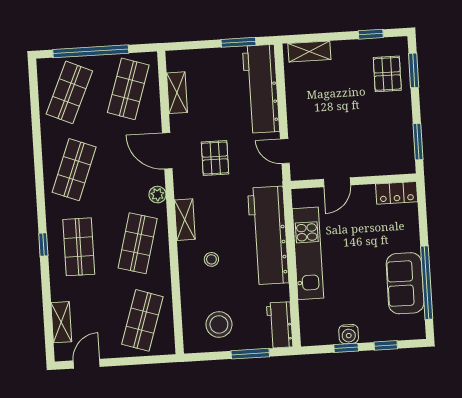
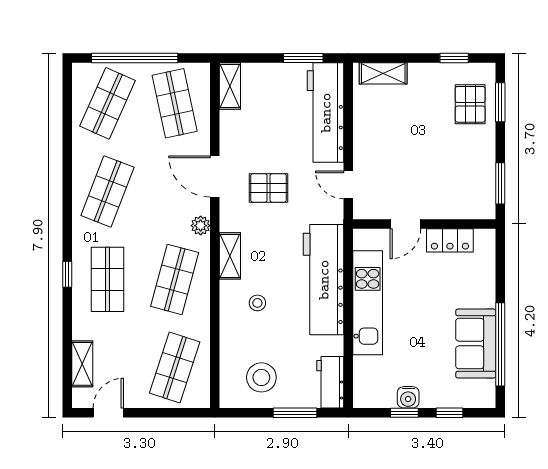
shop shelf: (128, 89) -> (175, 103), turned -30
shelving: (177, 93) -> (230, 86), moved
pallet: (215, 158) -> (269, 188), turned 90
locker: (397, 193) -> (450, 240), moved

